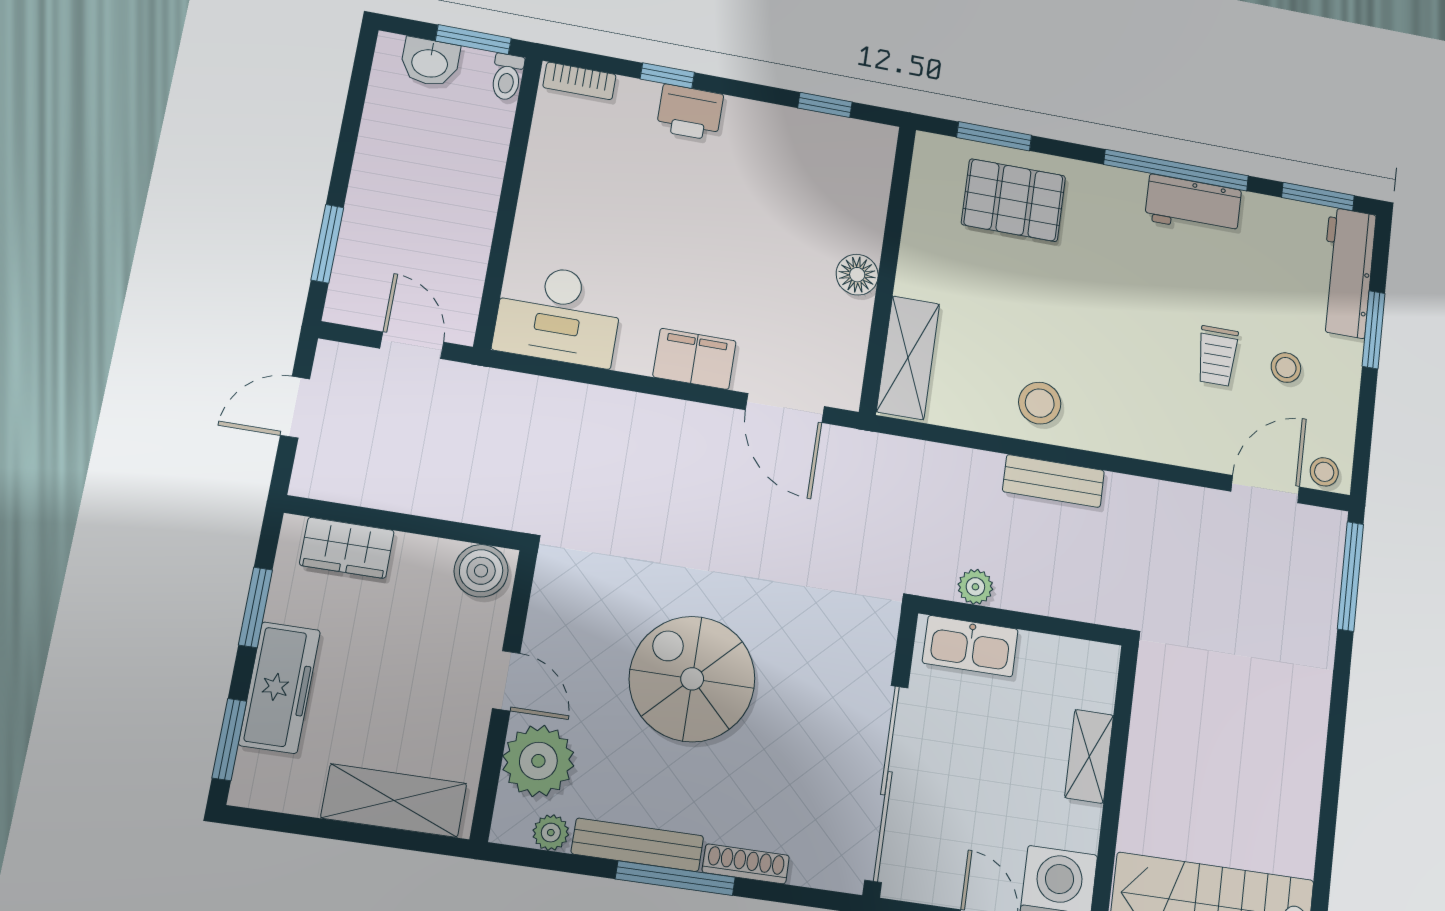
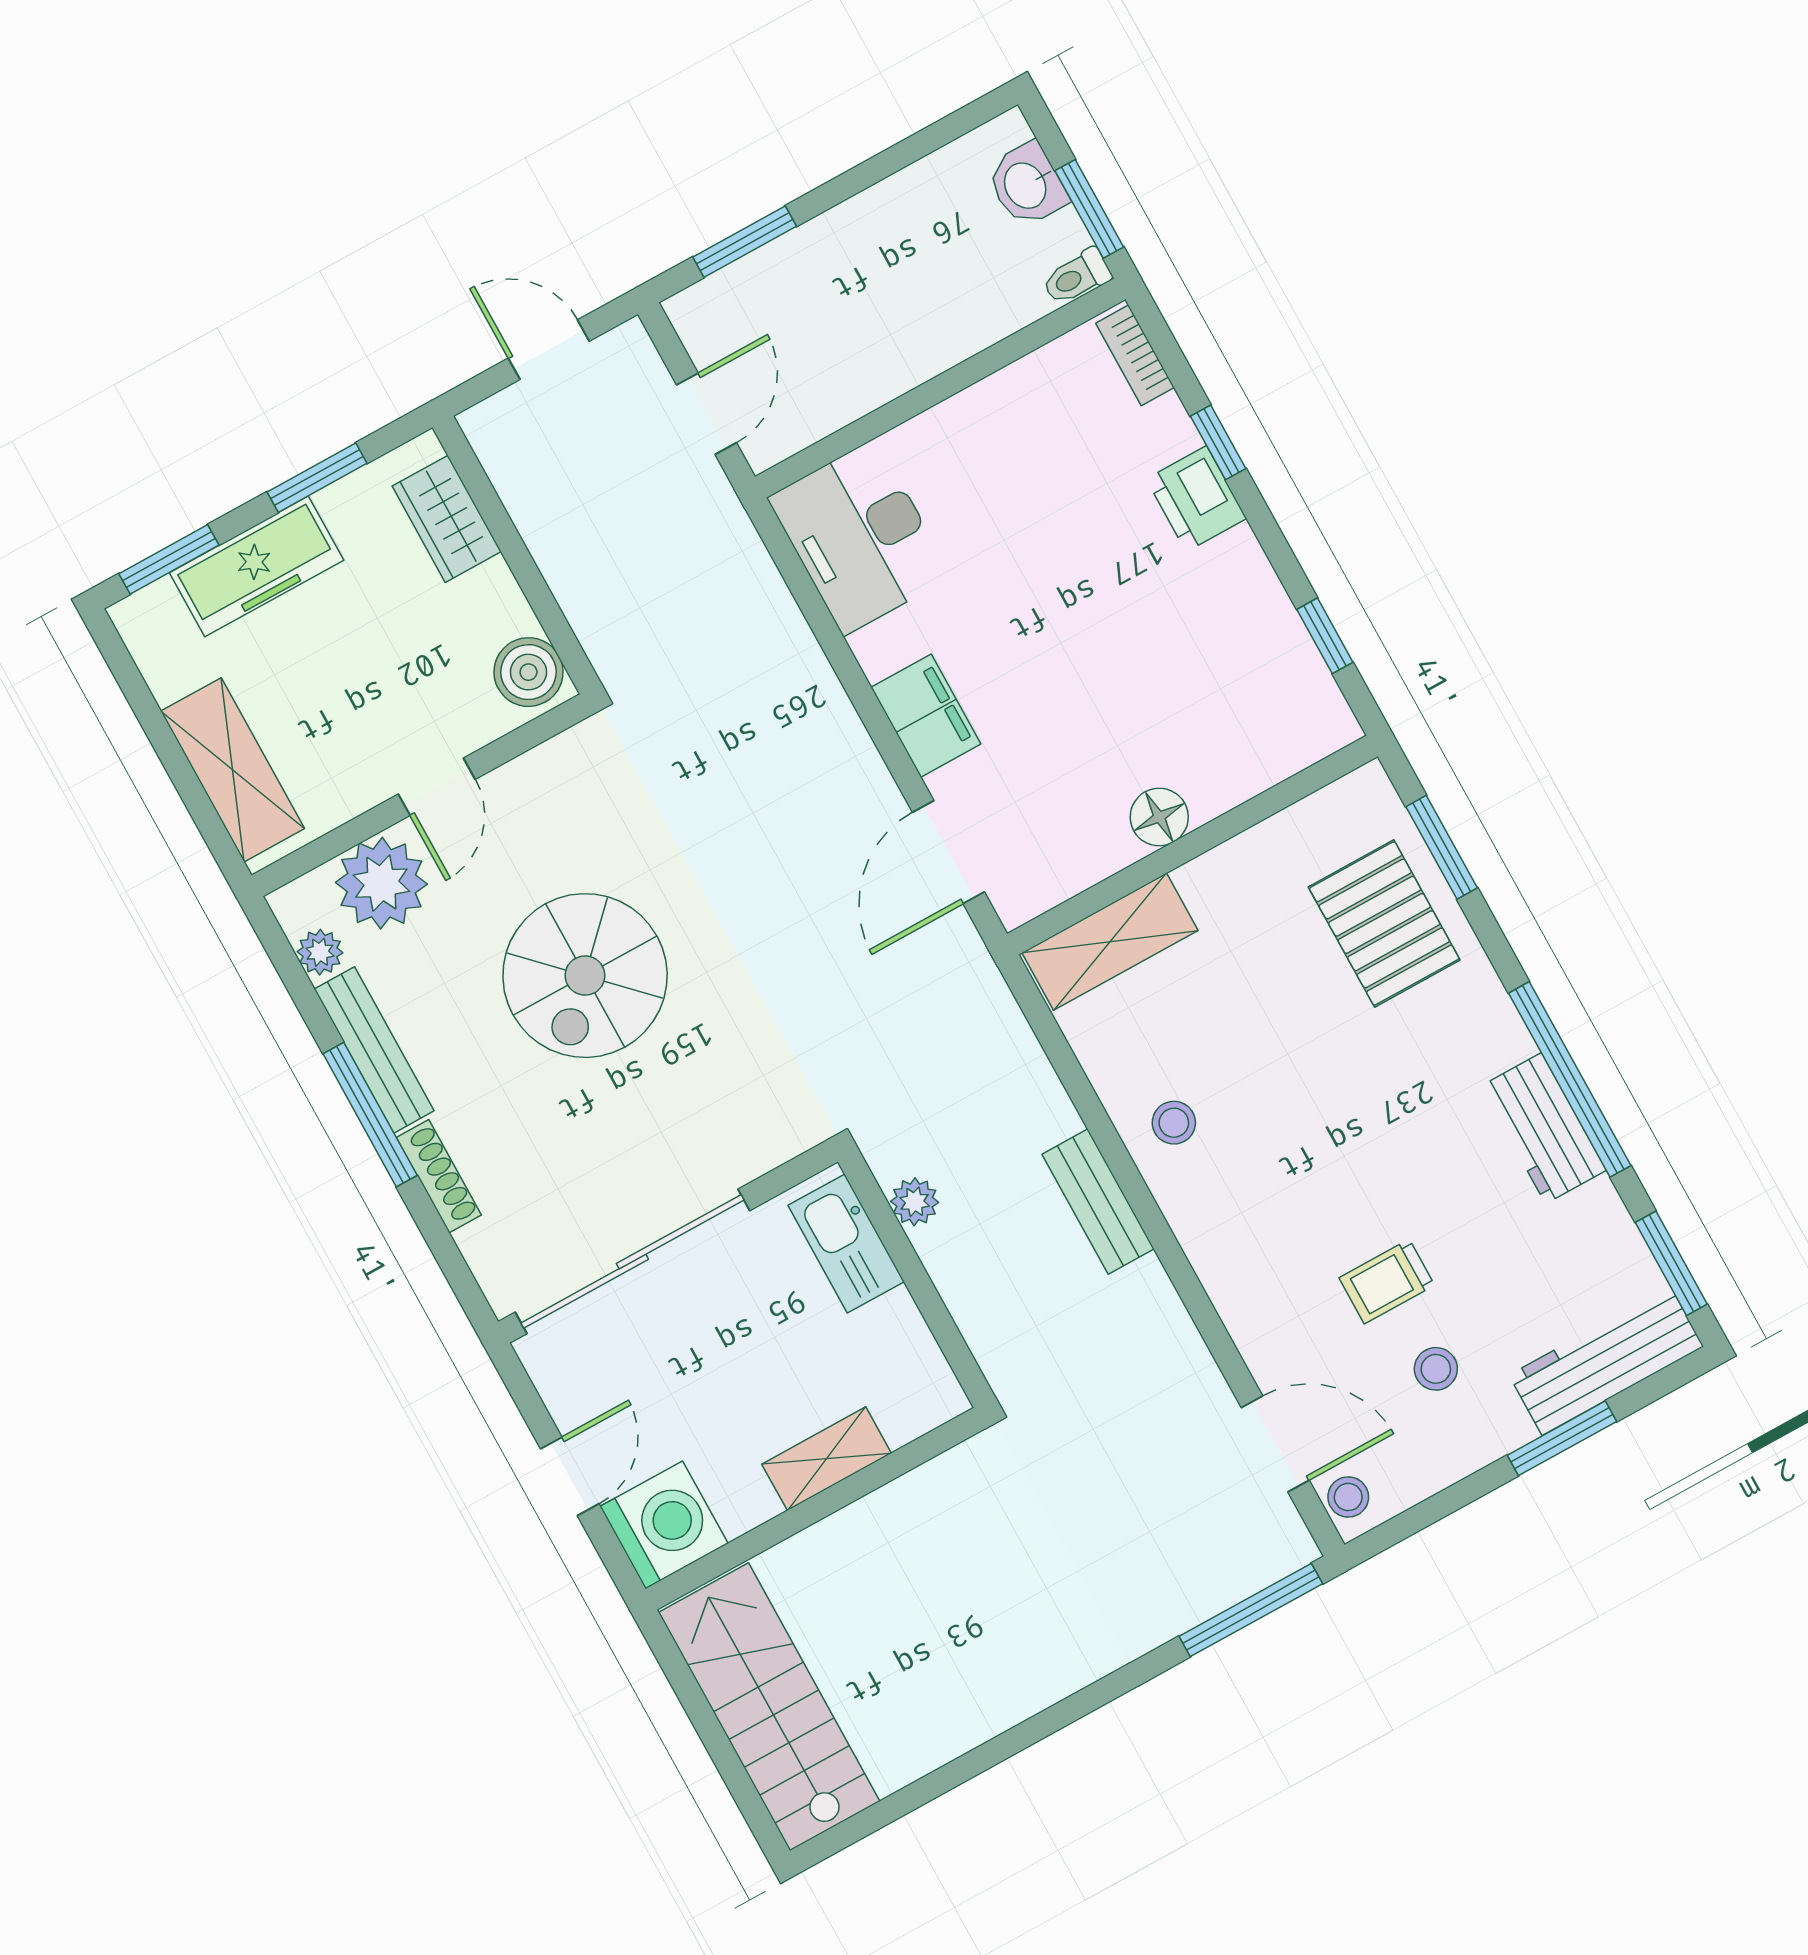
stool: (1040, 403) -> (1174, 1123), width x0.73, depth x0.73
spiral stairs: (692, 679) -> (585, 976), turned 180

